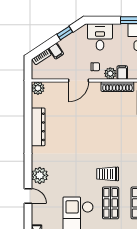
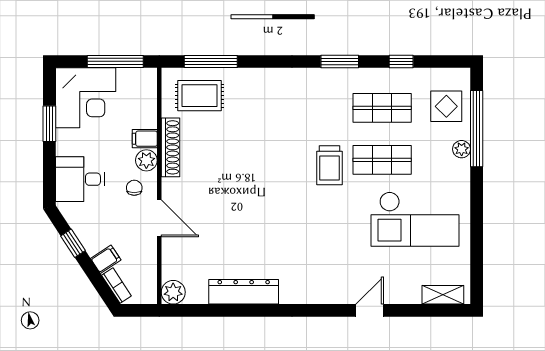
plant: (40, 175) -> (332, 289), removed

